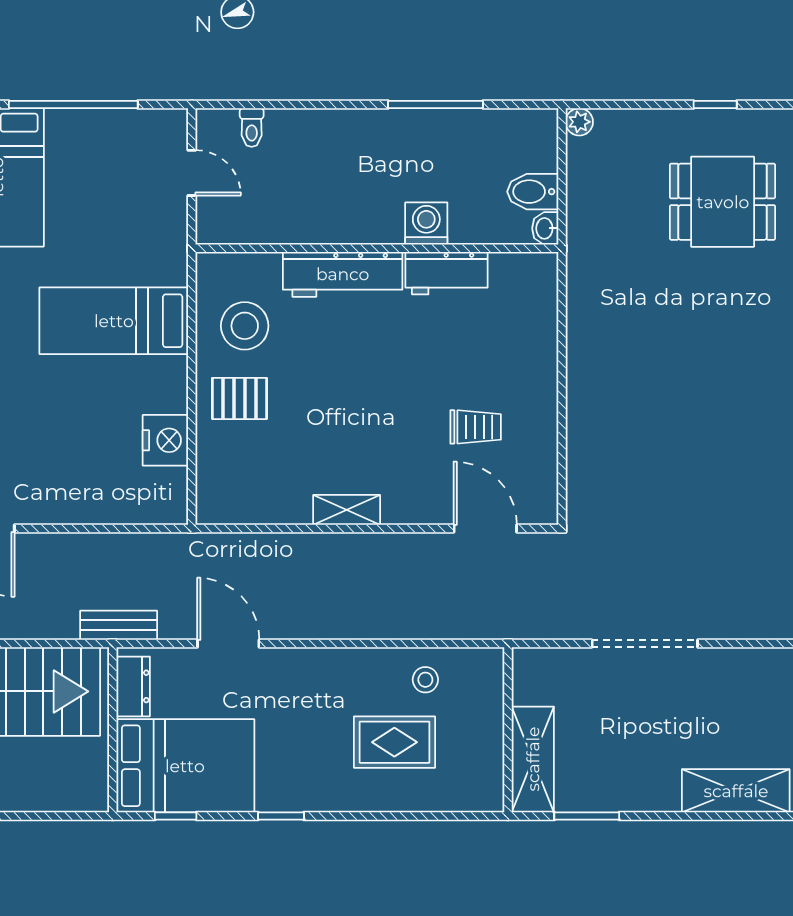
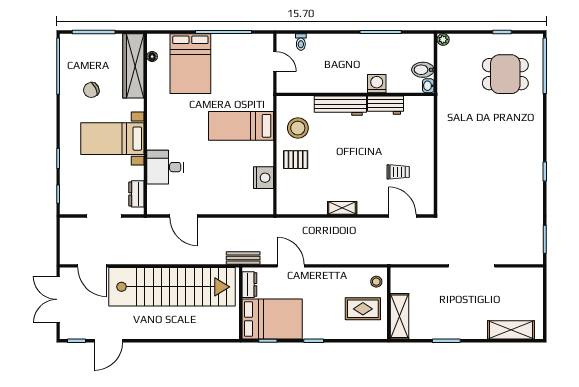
wall: (508, 730) -> (389, 303), moved
shelving: (533, 759) -> (400, 316), moved

